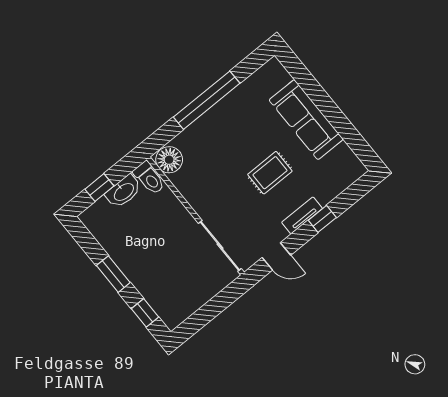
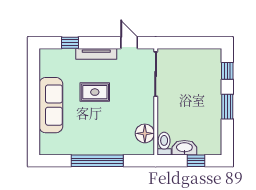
floor lamp: (169, 160) -> (145, 133), moved
tv unit: (302, 215) -> (96, 54), width x1.41
window: (322, 219) -> (70, 43), moved

